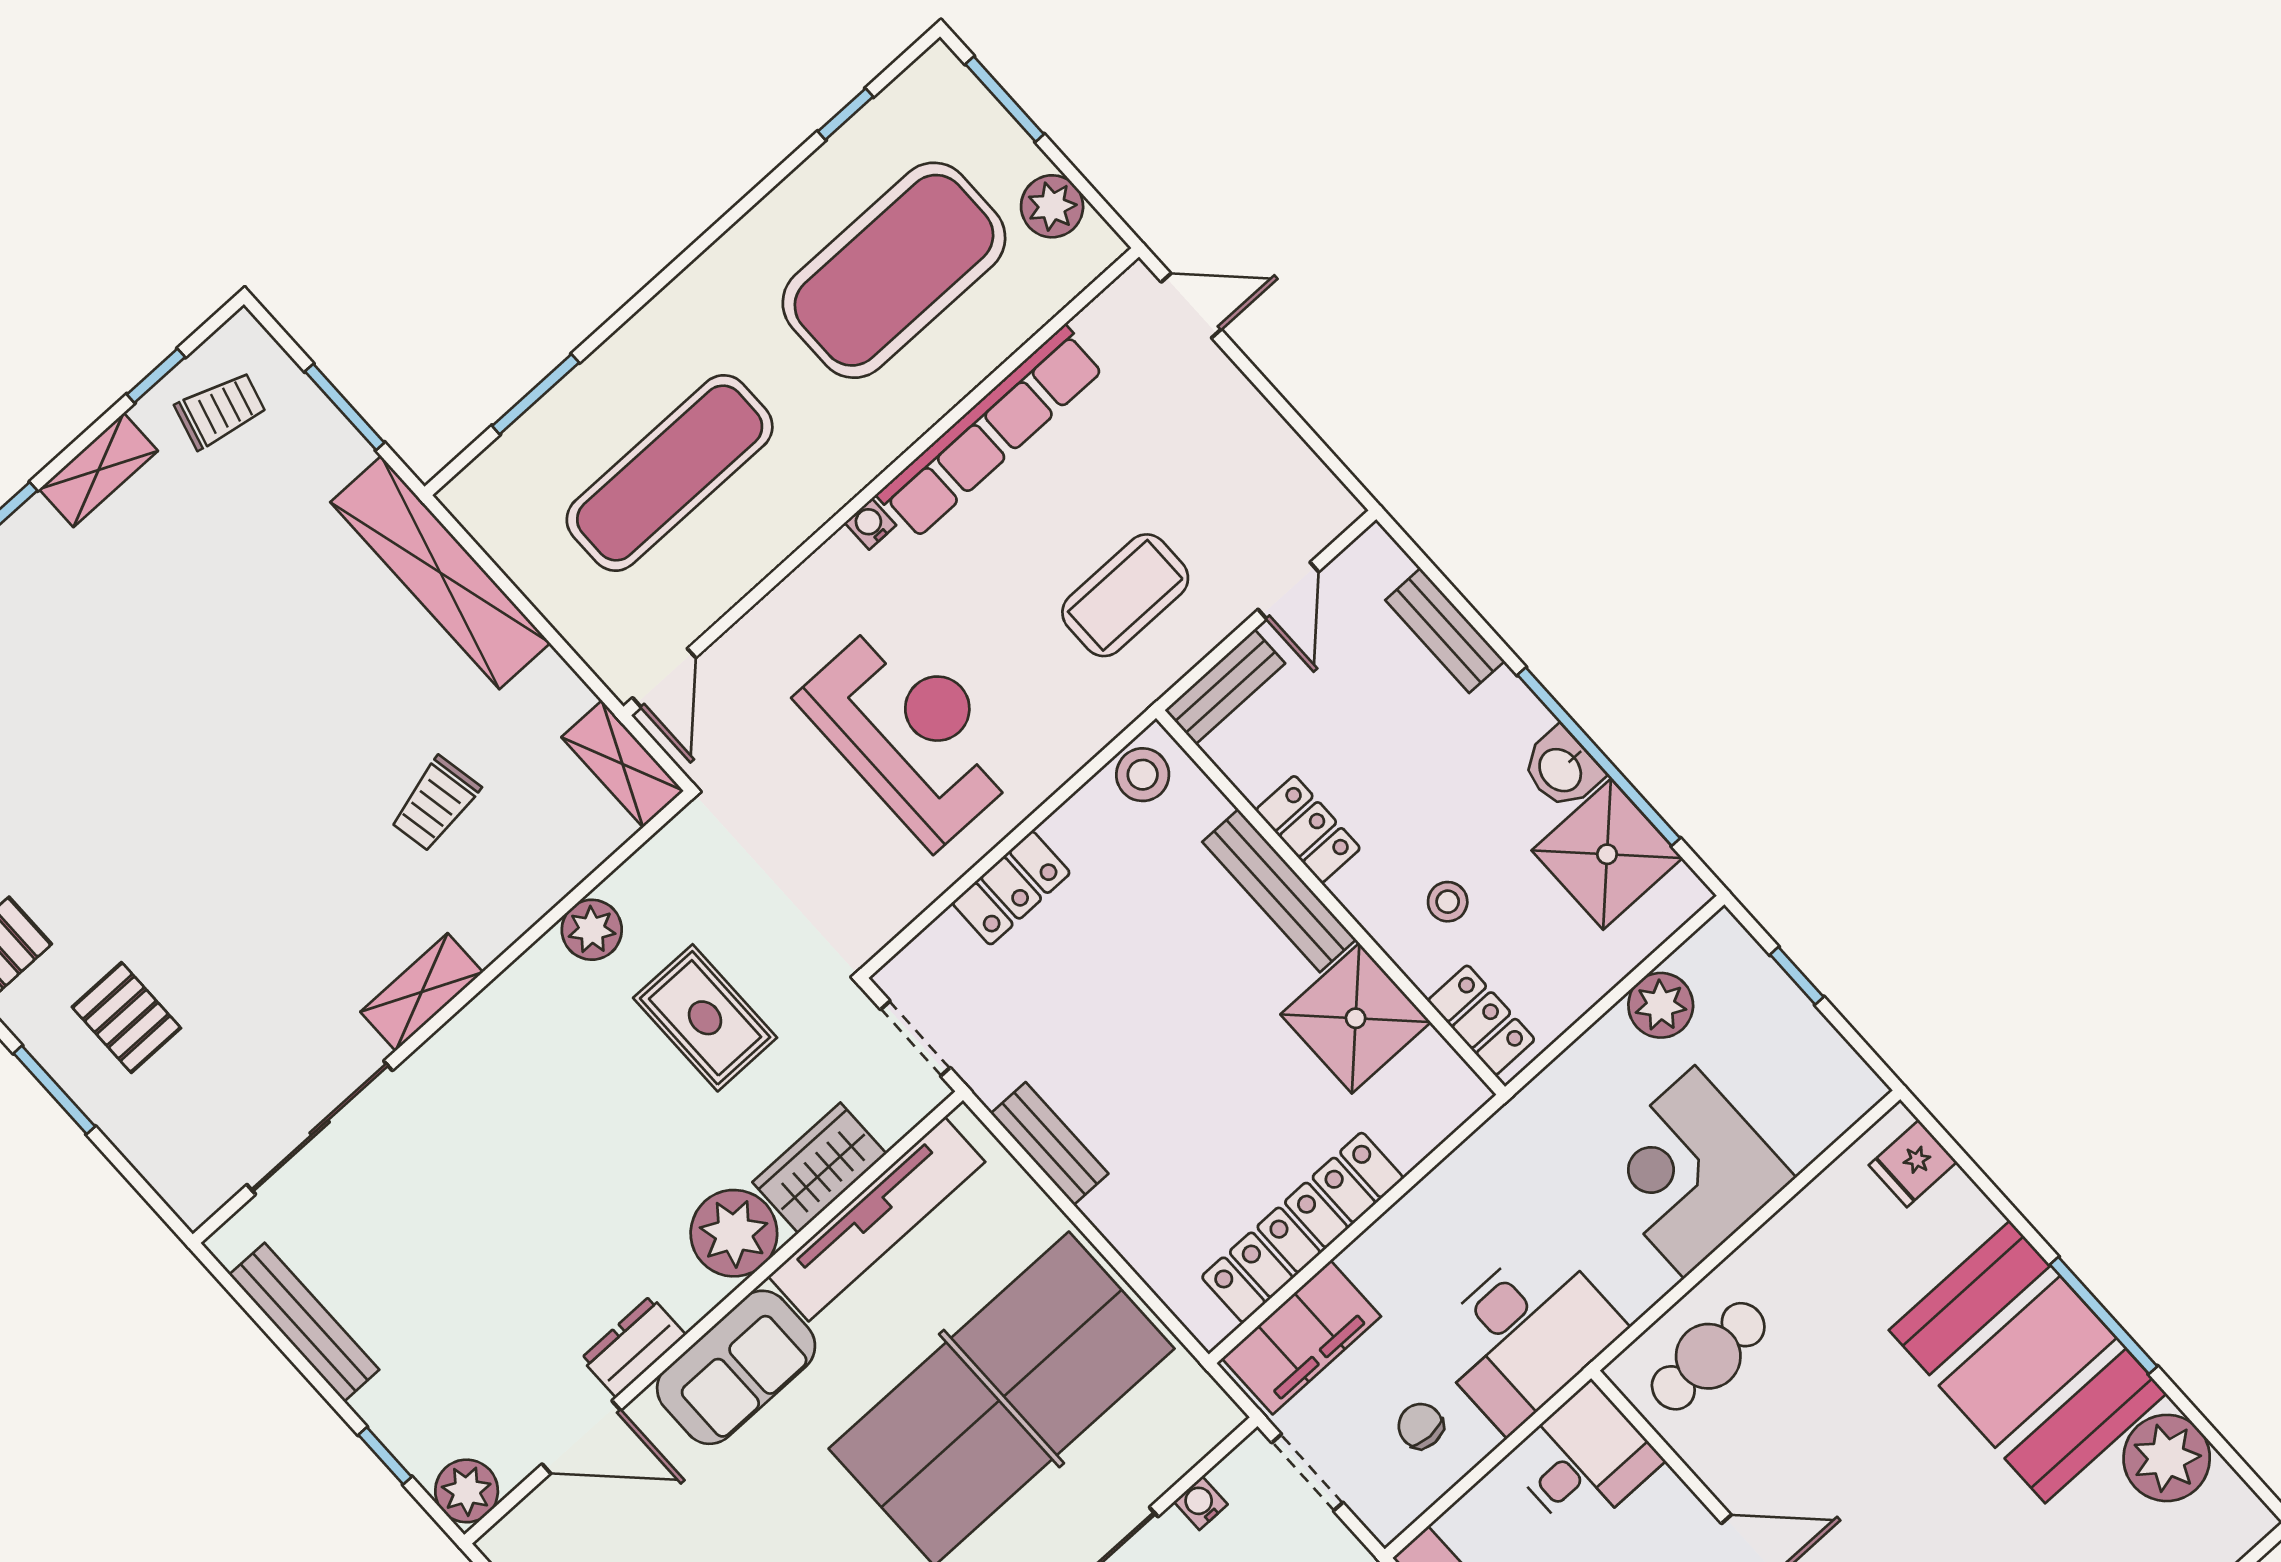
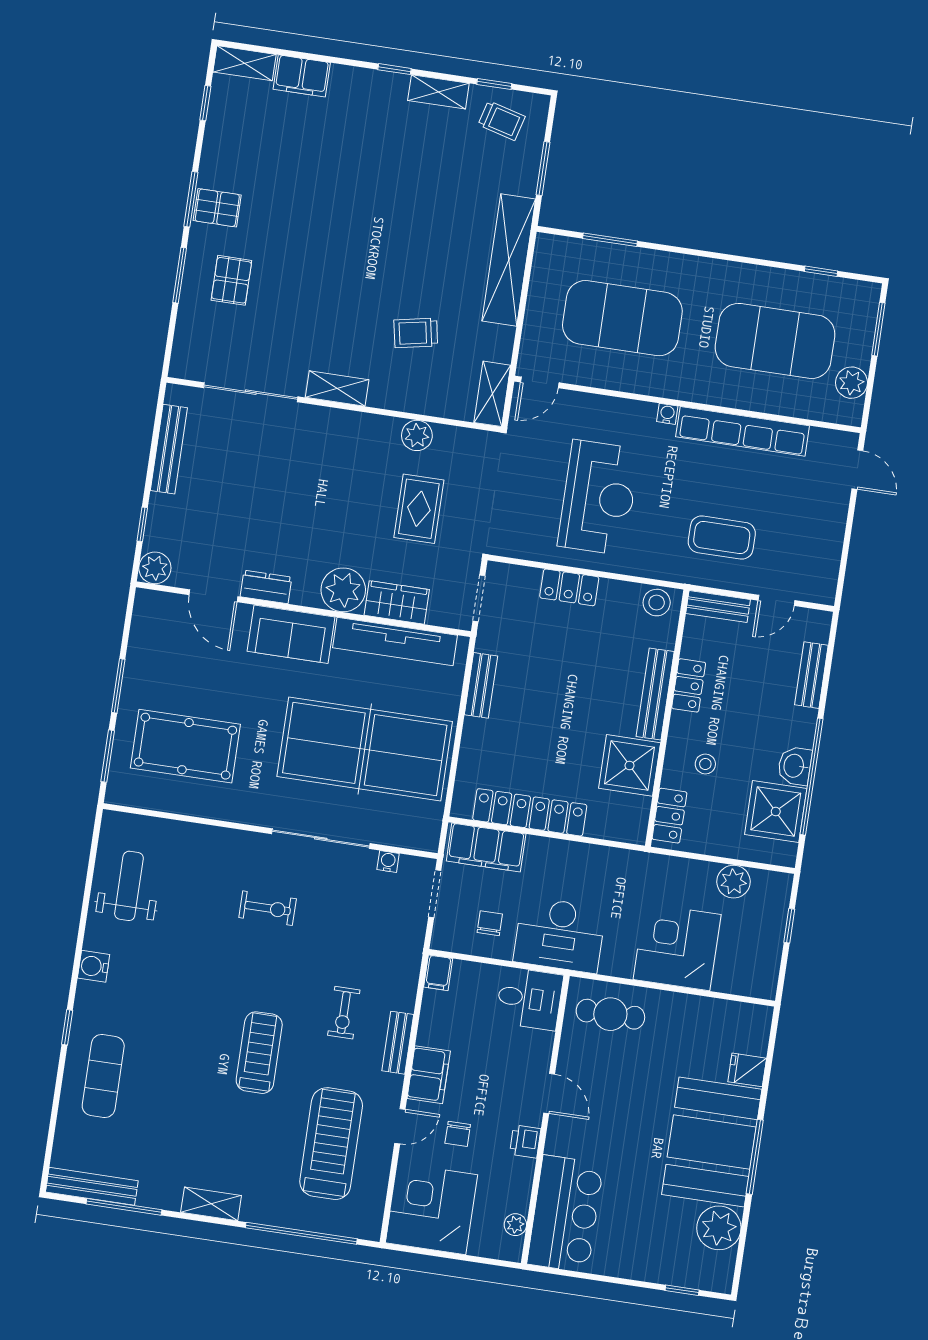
exercise mat: (670, 473) -> (622, 318), width x1.47
fridge: (1913, 1163) -> (747, 1070), moved

